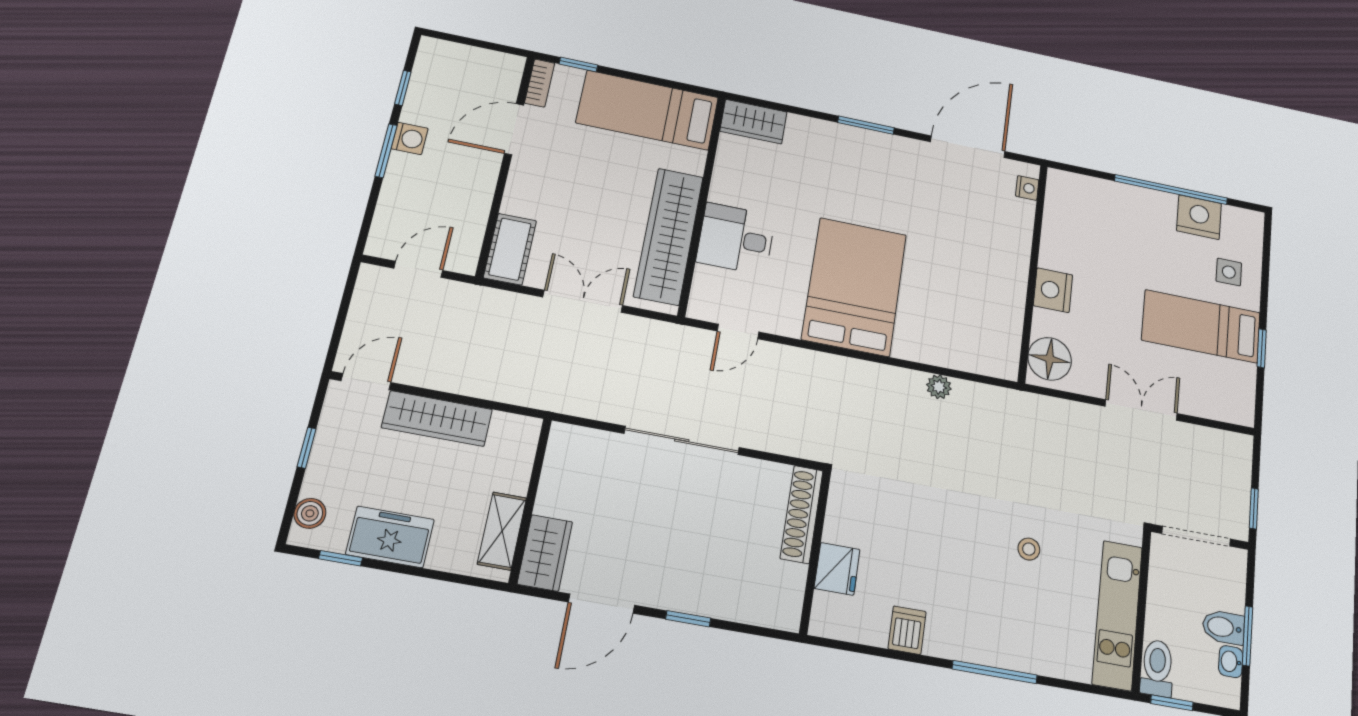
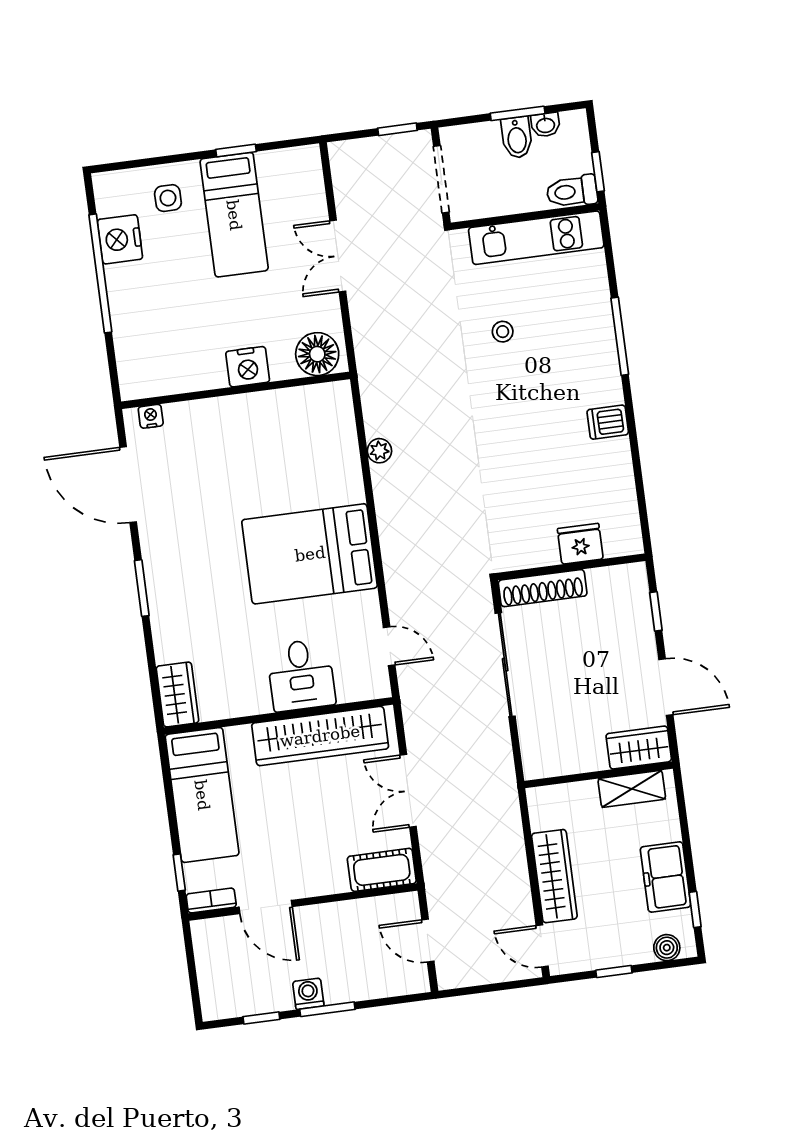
shoe rack: (802, 514) -> (543, 588), moved
wall: (815, 551) -> (571, 567), moved
fridge: (837, 569) -> (580, 544), moved

